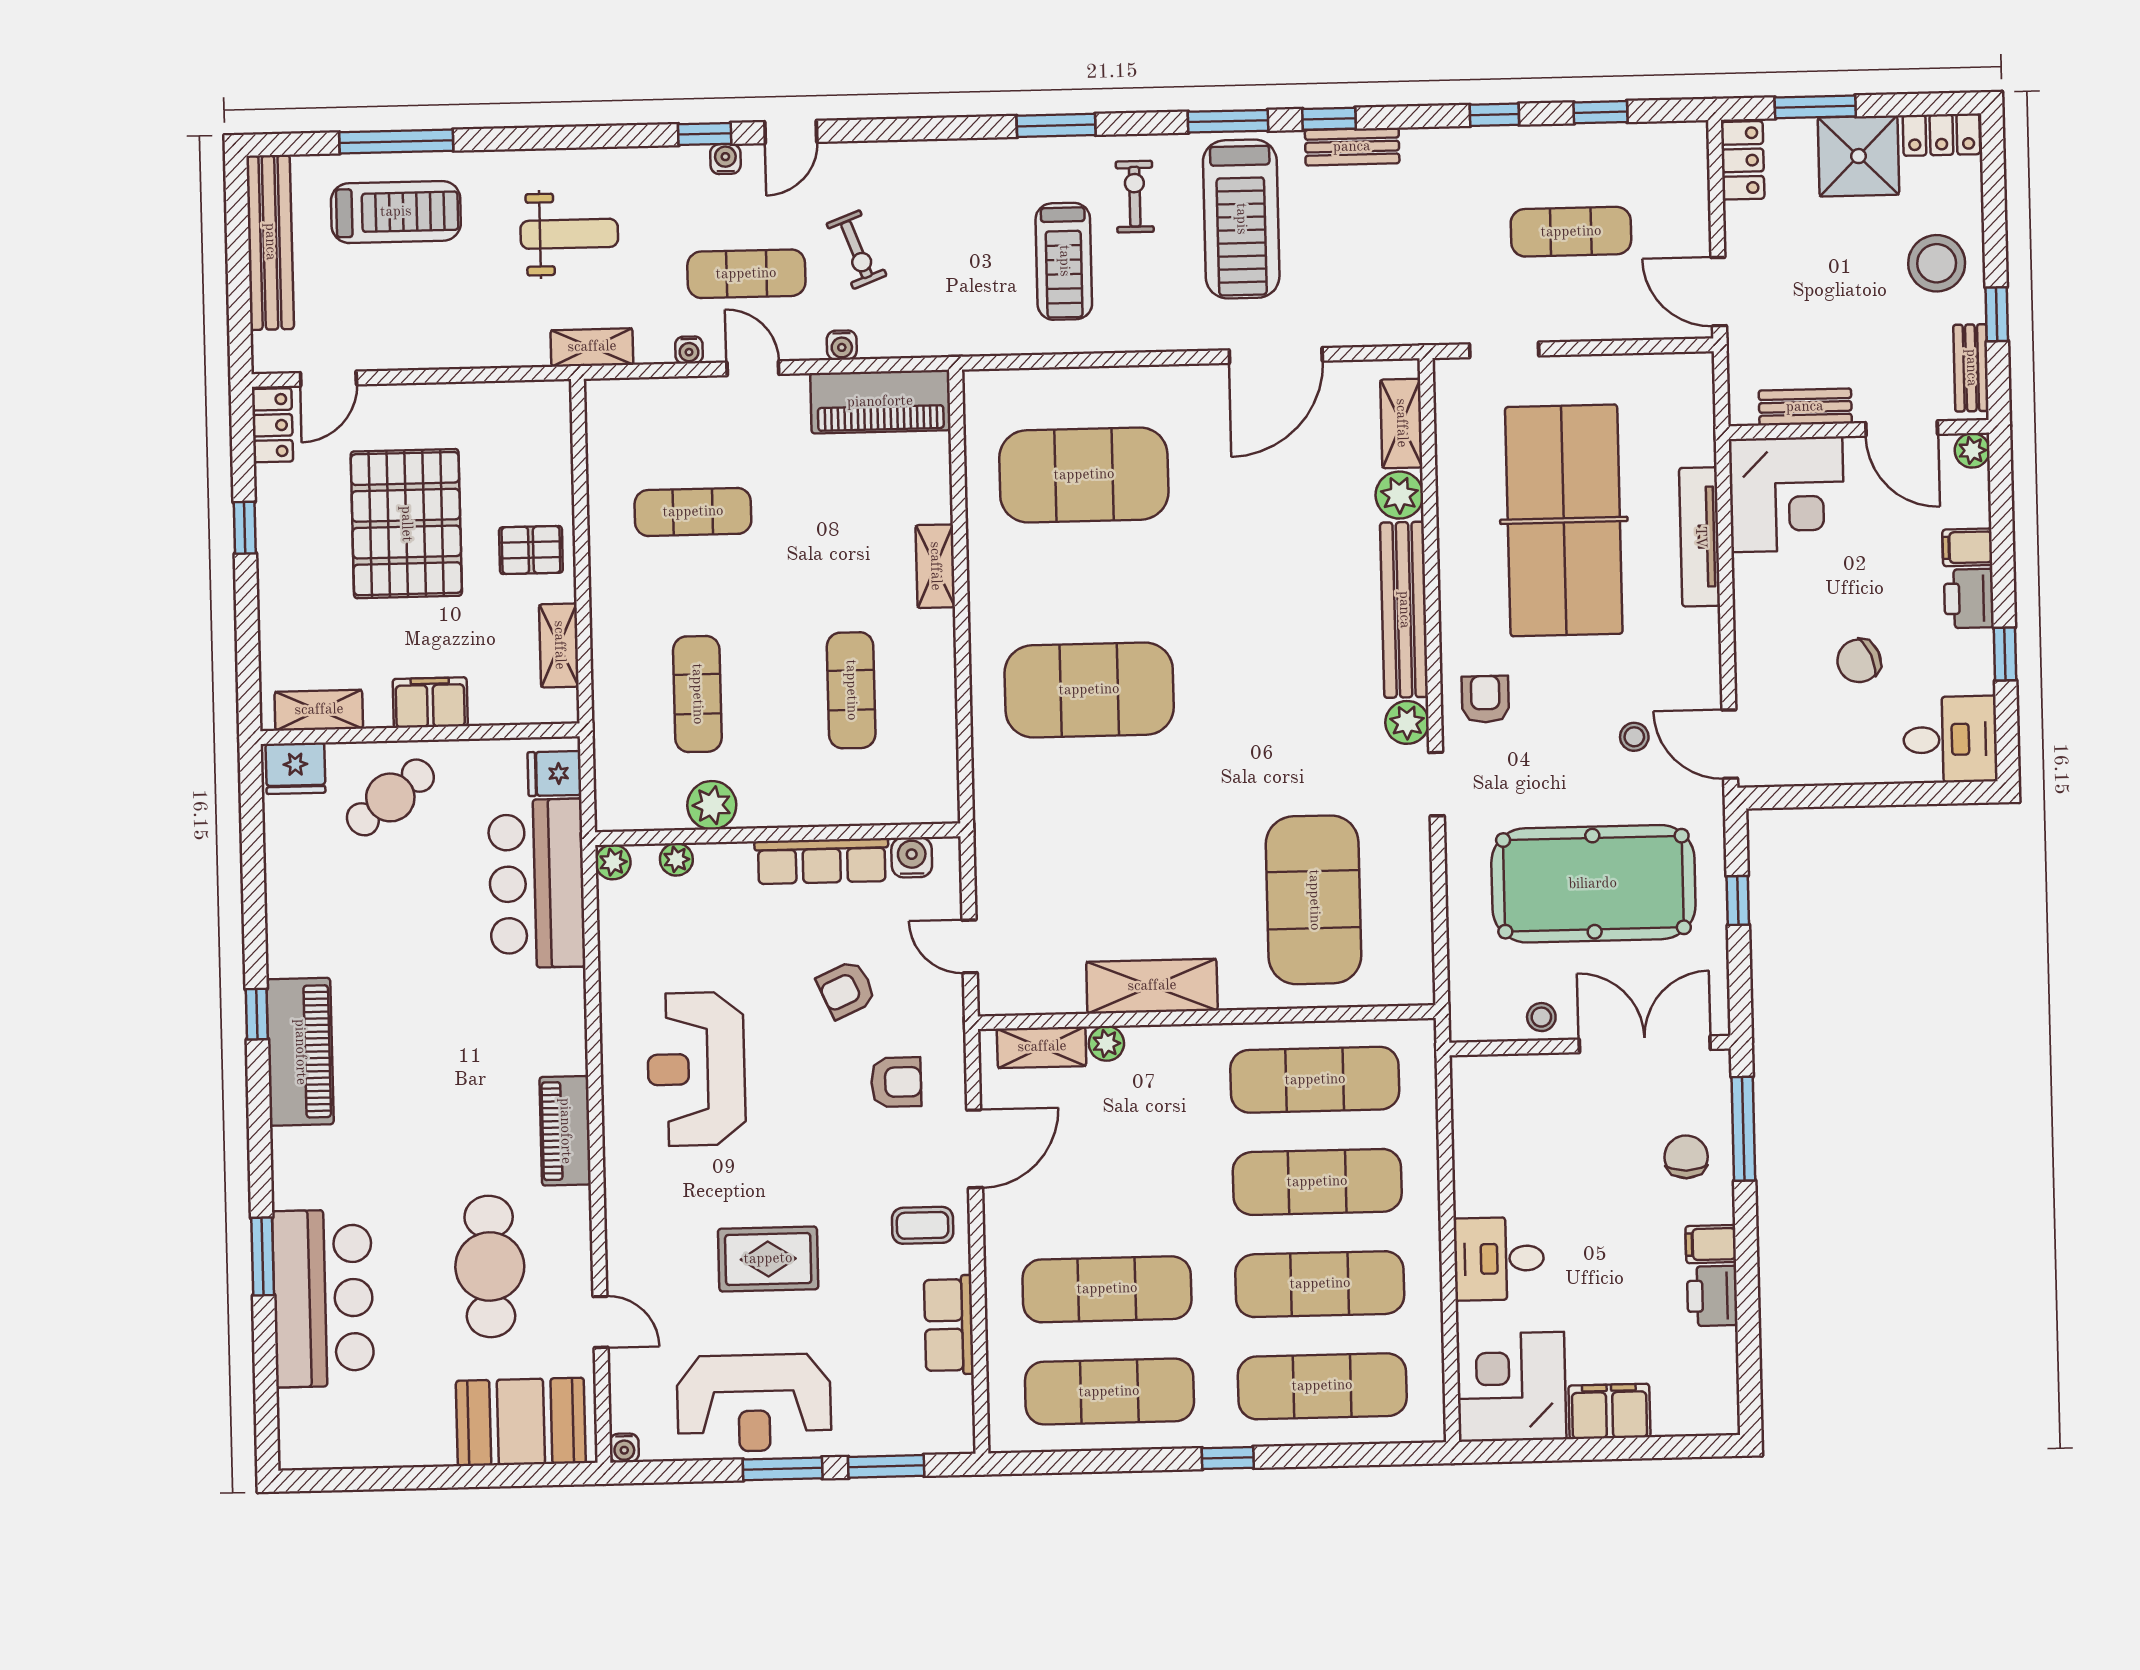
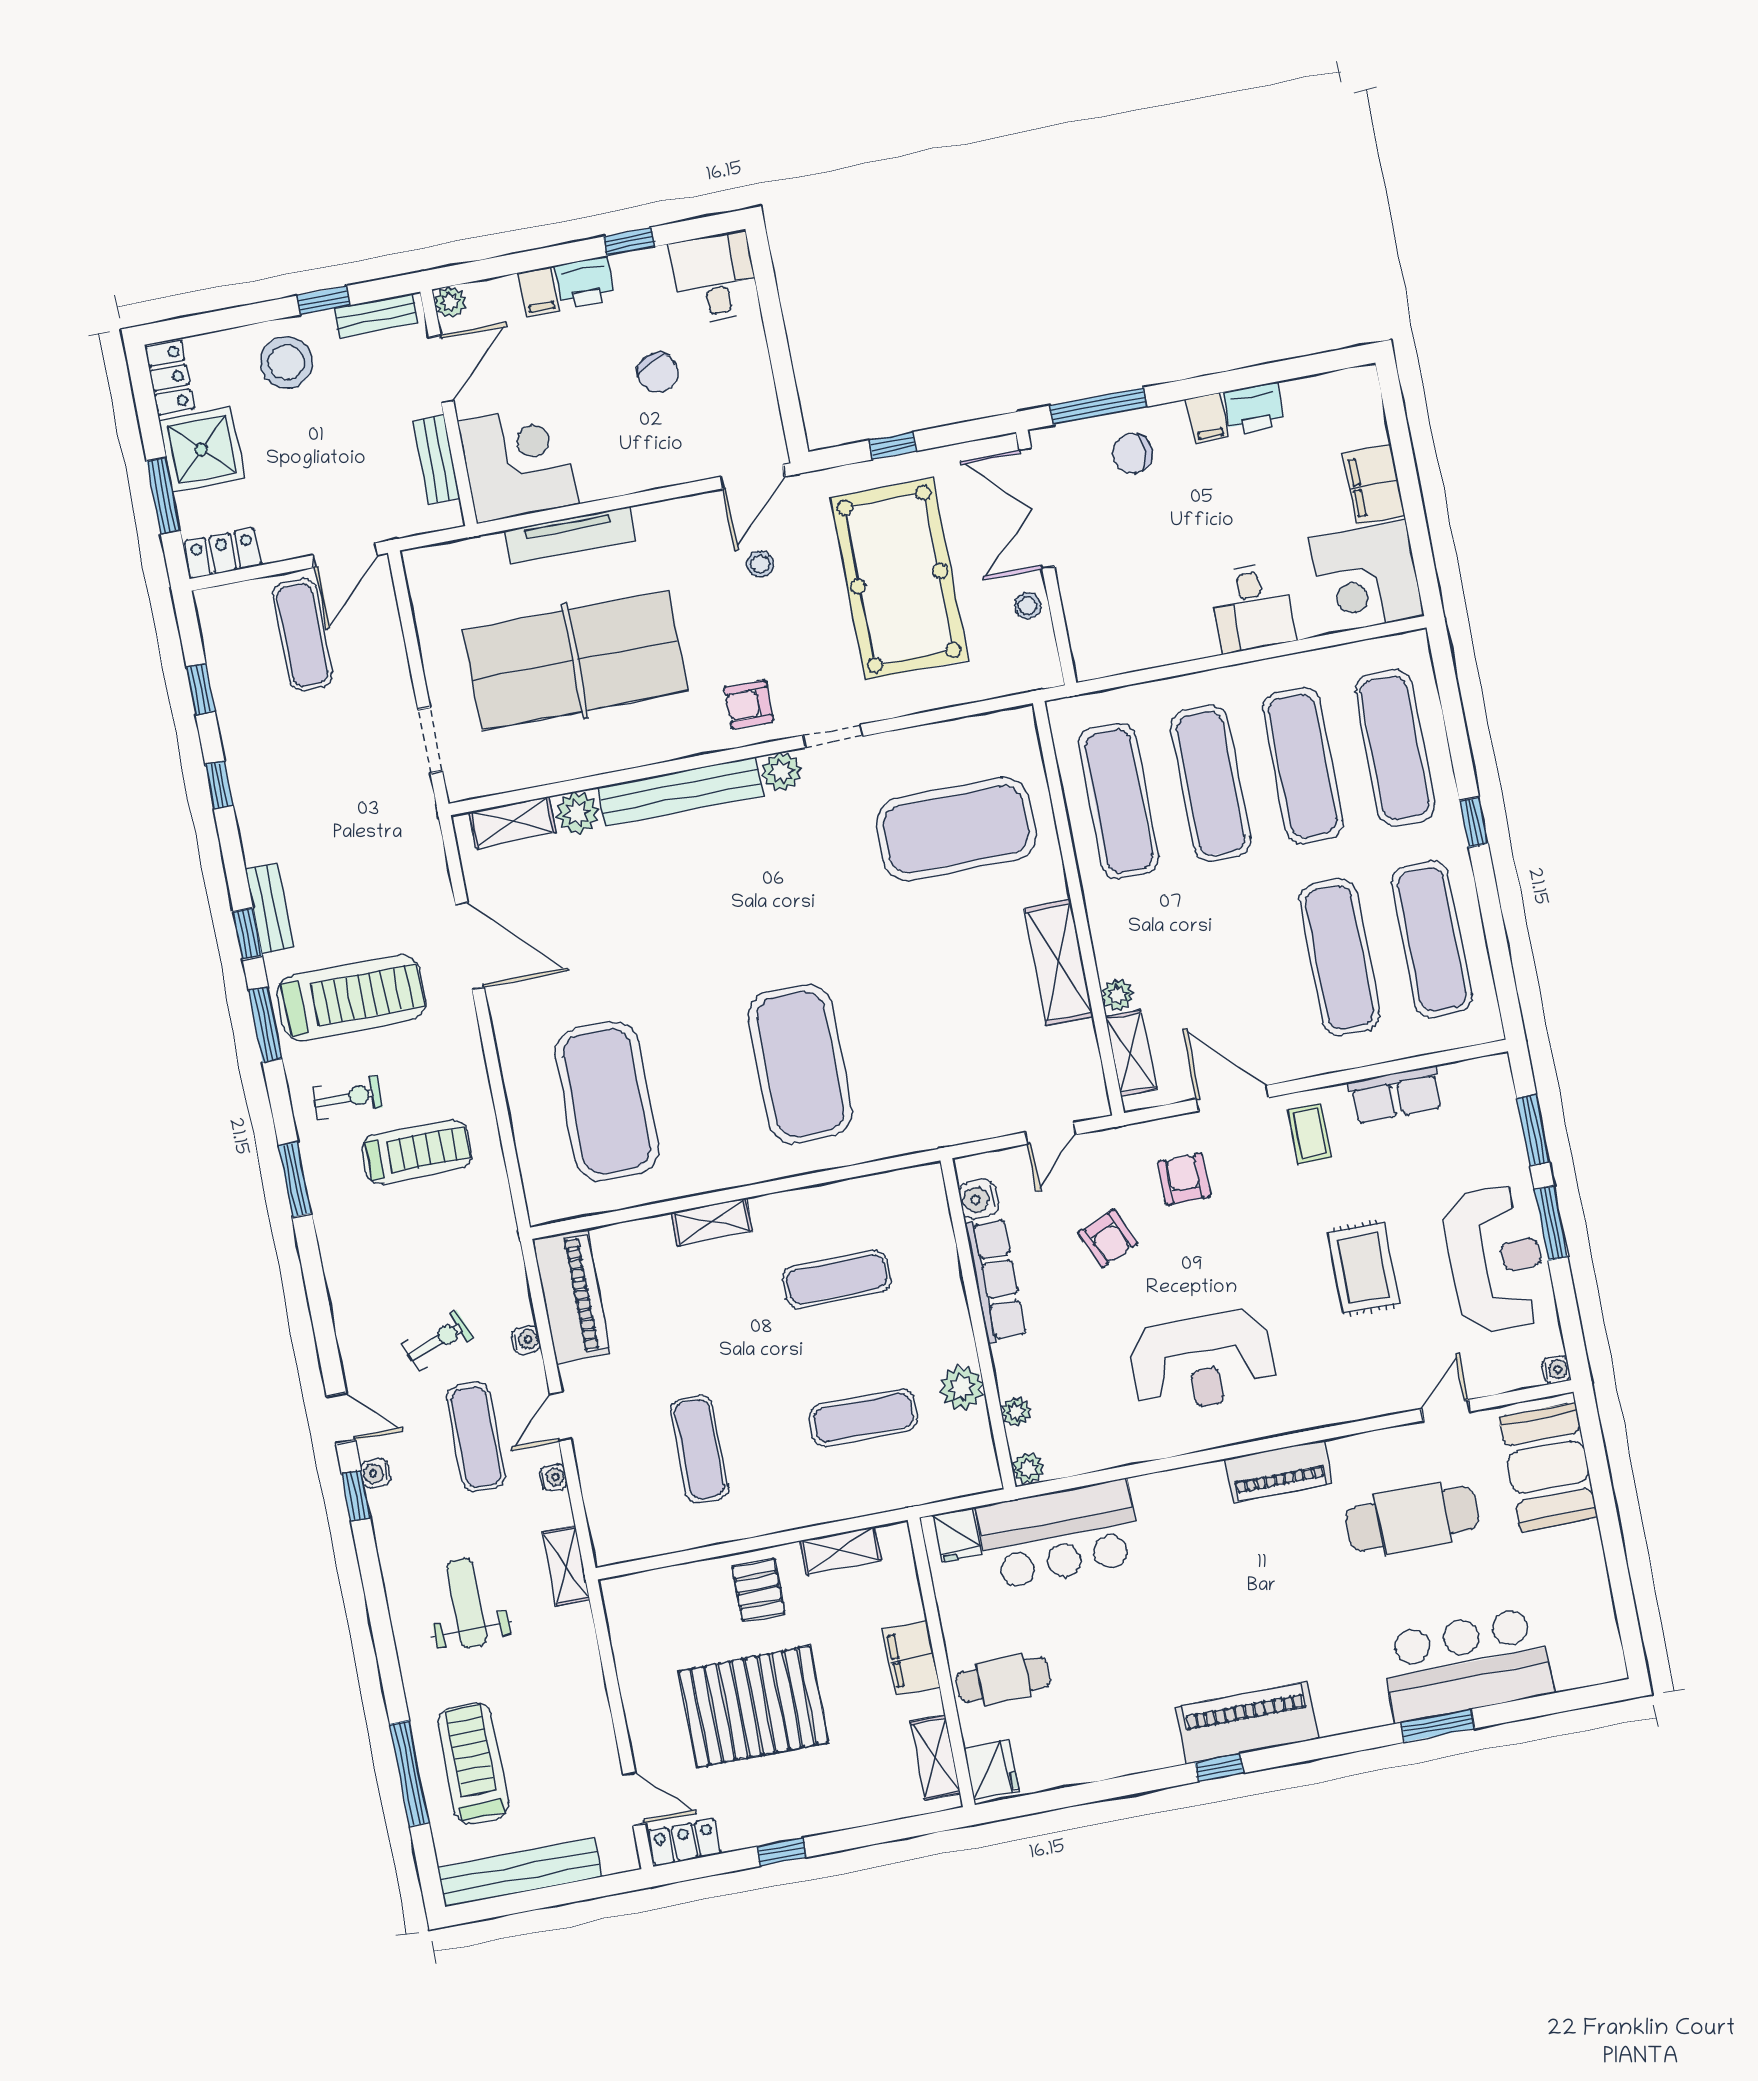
exercise bike: (1135, 197) -> (348, 1097), turned 180
exercise mat: (1571, 232) -> (303, 635), moved
cafe table: (390, 797) -> (1003, 1680), turned -53

